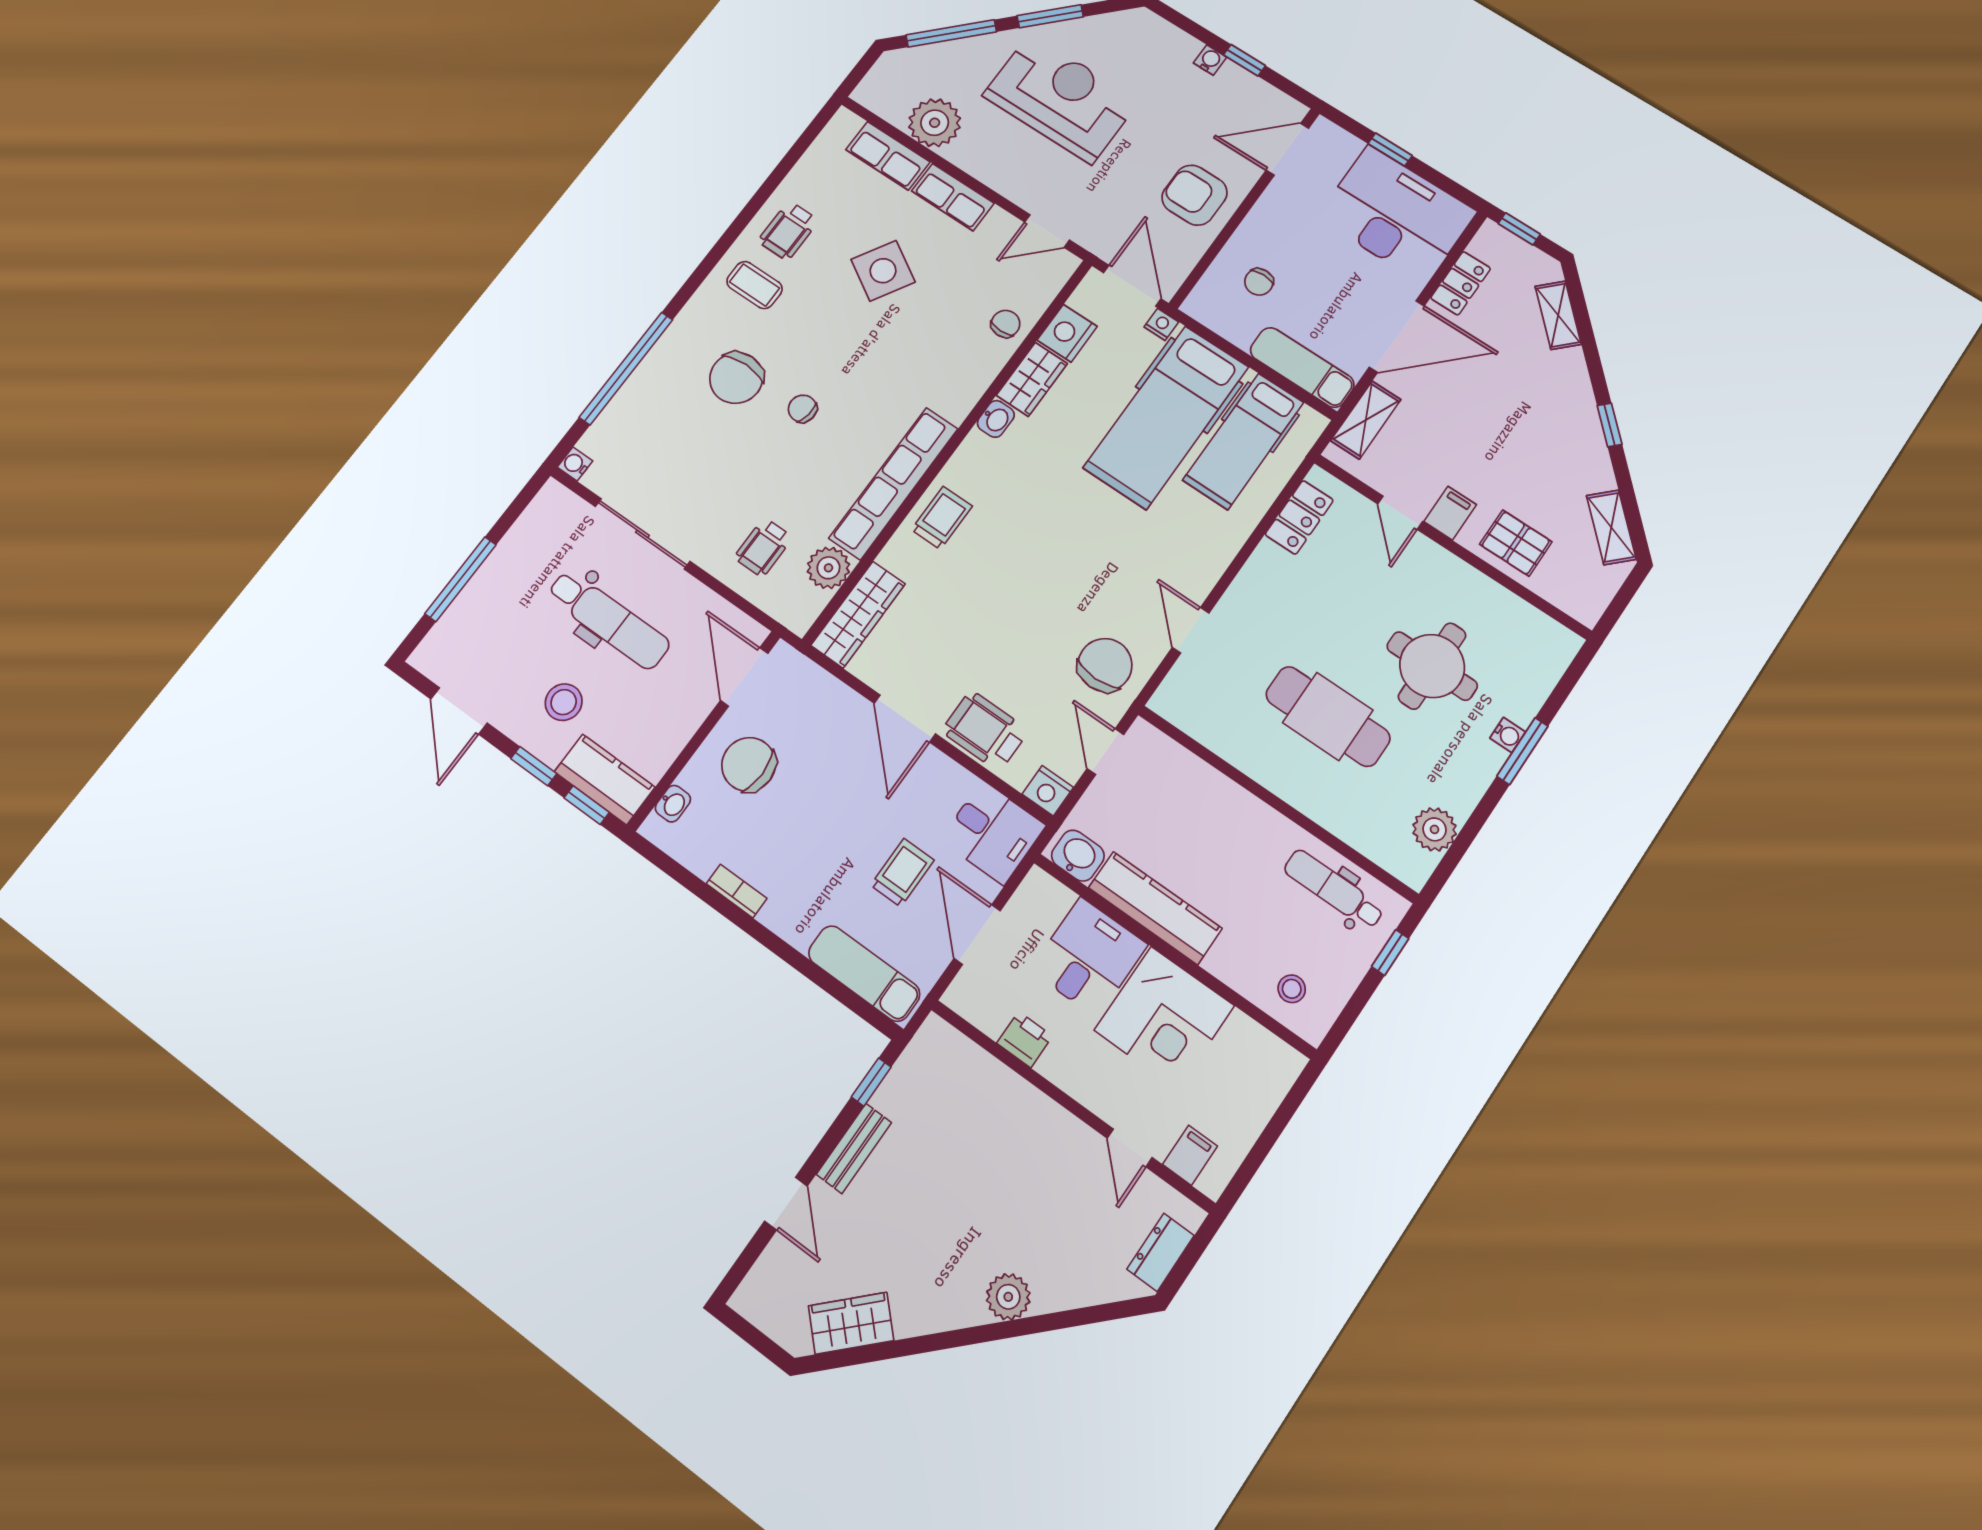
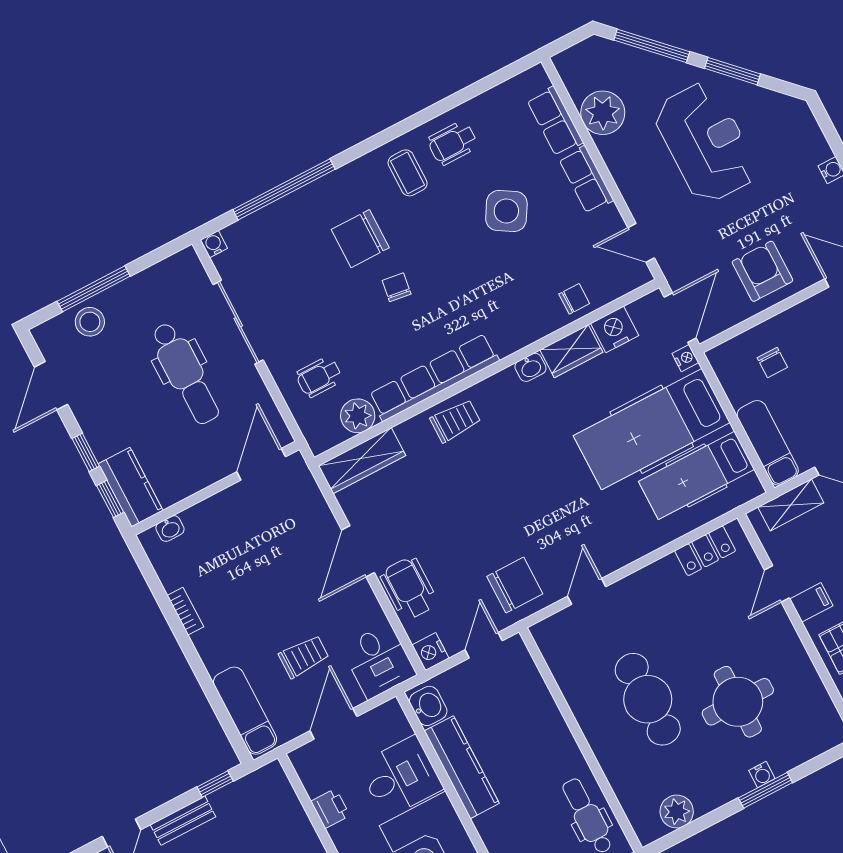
chair: (1259, 282) -> (772, 363), turned -90
stool: (564, 702) -> (90, 322), moved
chair: (749, 764) -> (235, 528), removed

